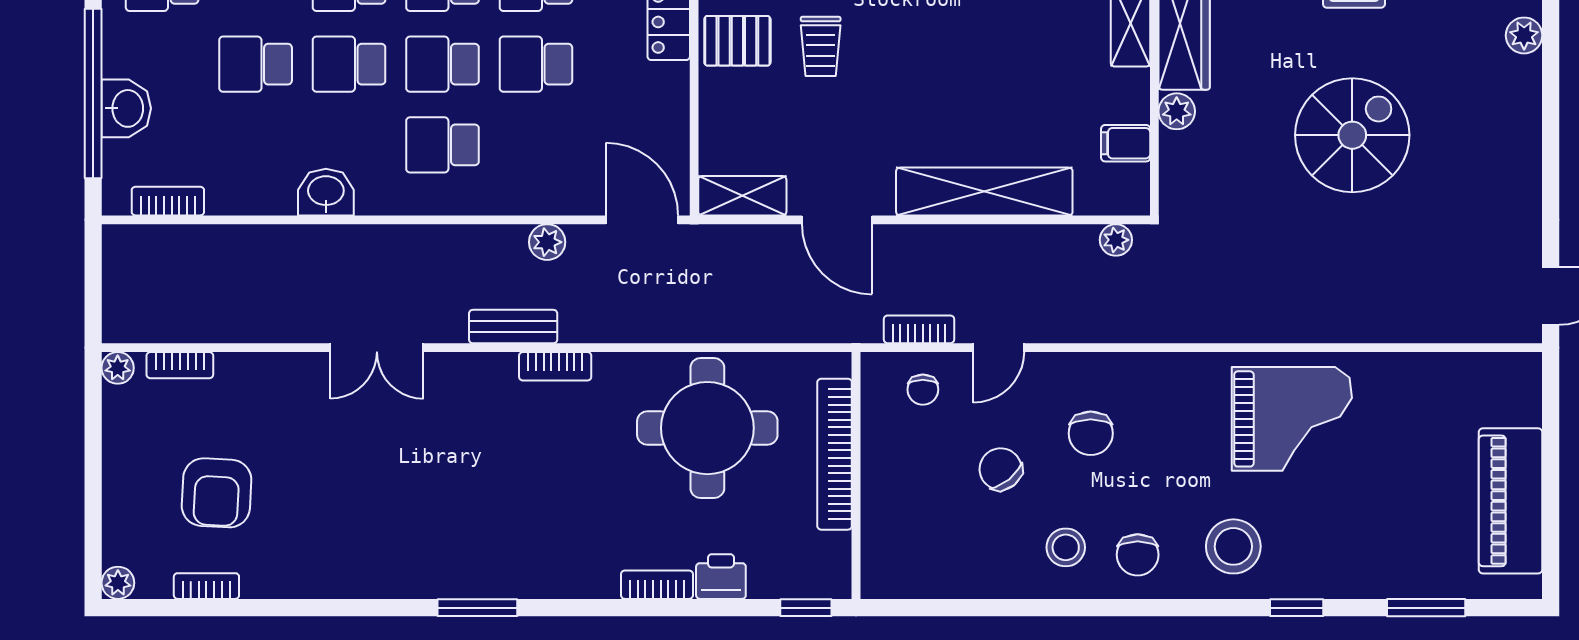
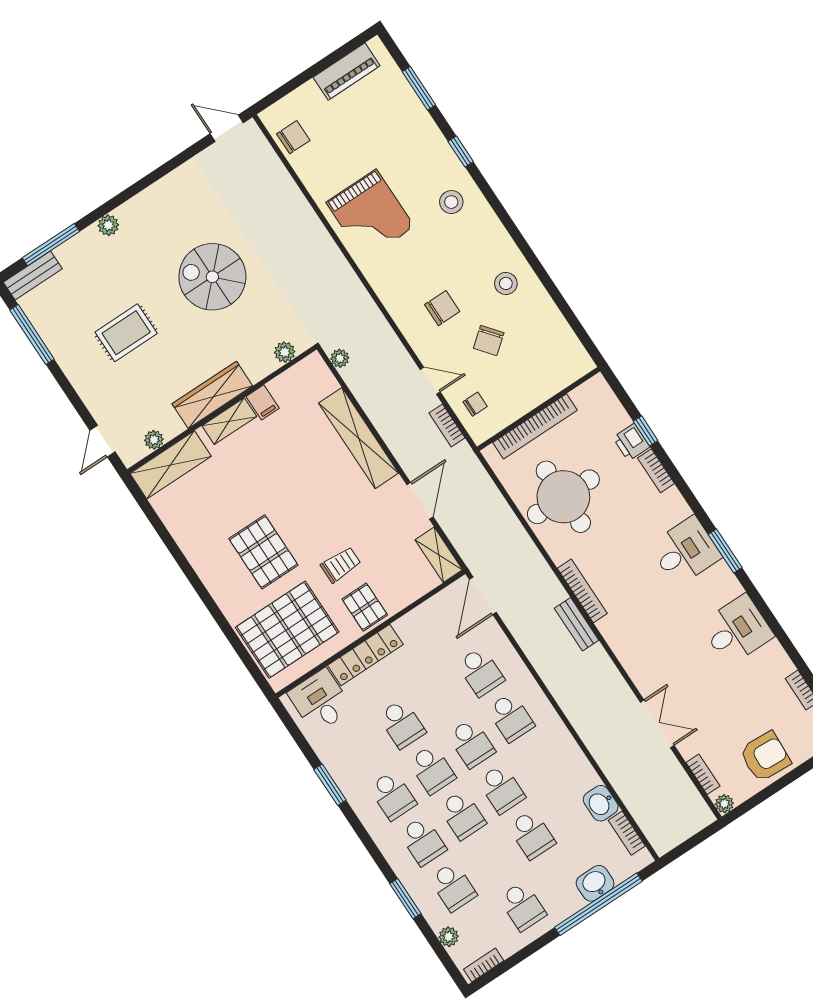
school desk: (536, 64) -> (481, 672), moved
plant: (1177, 111) -> (285, 352), moved
filing cabinet: (1126, 143) -> (263, 402), moved
washbasin: (326, 192) -> (601, 803), moved
plant: (547, 242) -> (524, 635), removed
double door: (377, 348) -> (657, 724), moved
bookcase: (555, 366) -> (582, 591), width x1.56
grand piano: (1292, 419) -> (370, 215), turned 180
armchair: (217, 493) -> (765, 756), moved
piano: (1511, 501) -> (347, 72), width x0.73, depth x0.75
stool: (1233, 546) -> (451, 202), width x0.73, depth x0.73
desk: (354, 550) -> (737, 630), added
desk: (515, 551) -> (685, 551), added
chair: (1138, 555) -> (293, 137), moved
window: (806, 608) -> (646, 431), moved

